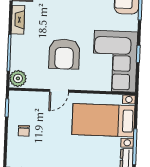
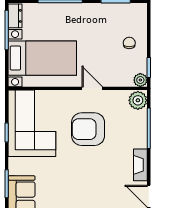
armchair: (64, 54) -> (88, 129), turned -90
door: (59, 91) -> (92, 88), hinge flipped
plant: (15, 97) -> (140, 80), added

